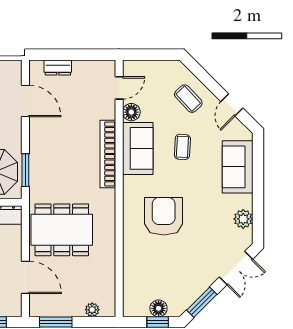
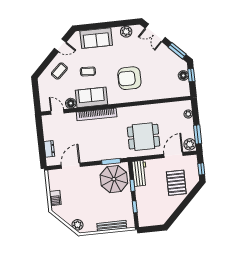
dining table: (62, 230) -> (144, 137), width x0.73
double door: (236, 268) -> (155, 33), swing flipped
plant: (40, 307) -> (190, 144), added

